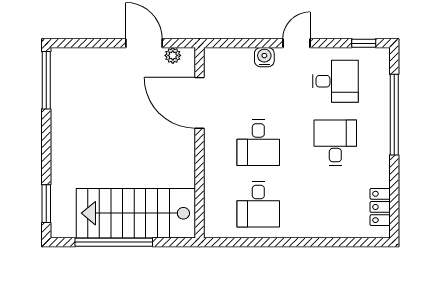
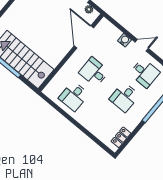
desk: (258, 143) -> (94, 72), turned 90
desk: (335, 143) -> (124, 97), turned 180

